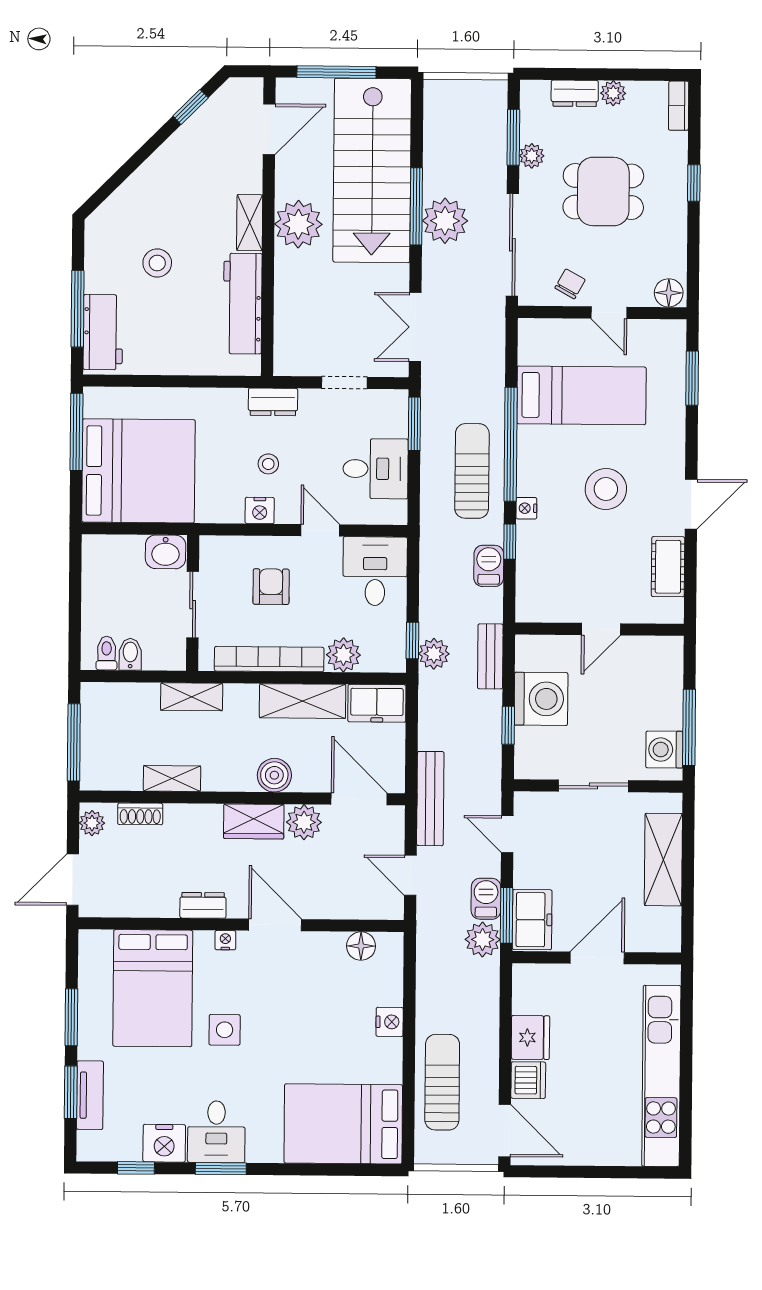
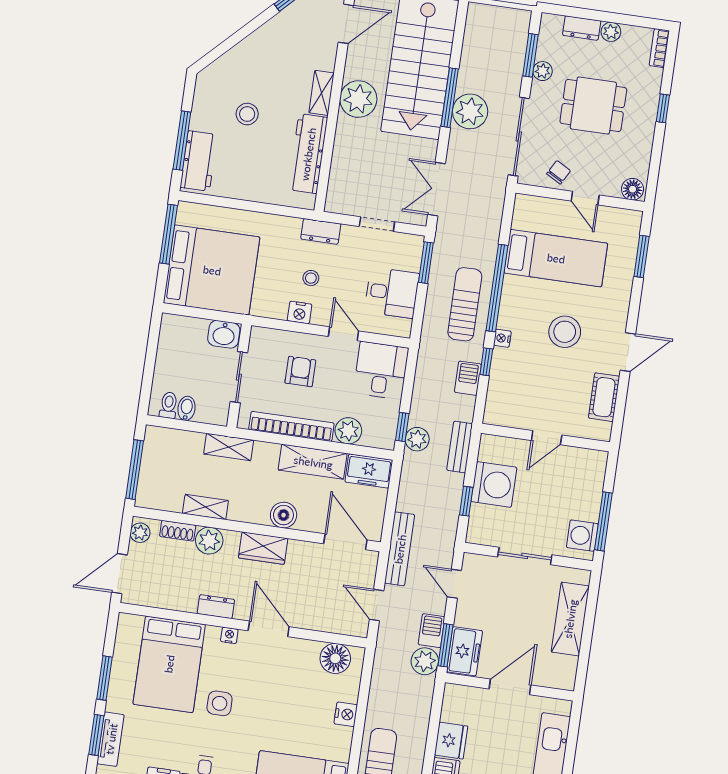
plant: (304, 822) -> (209, 541), moved
floor lamp: (361, 946) -> (335, 658), width x1.38, depth x1.38

